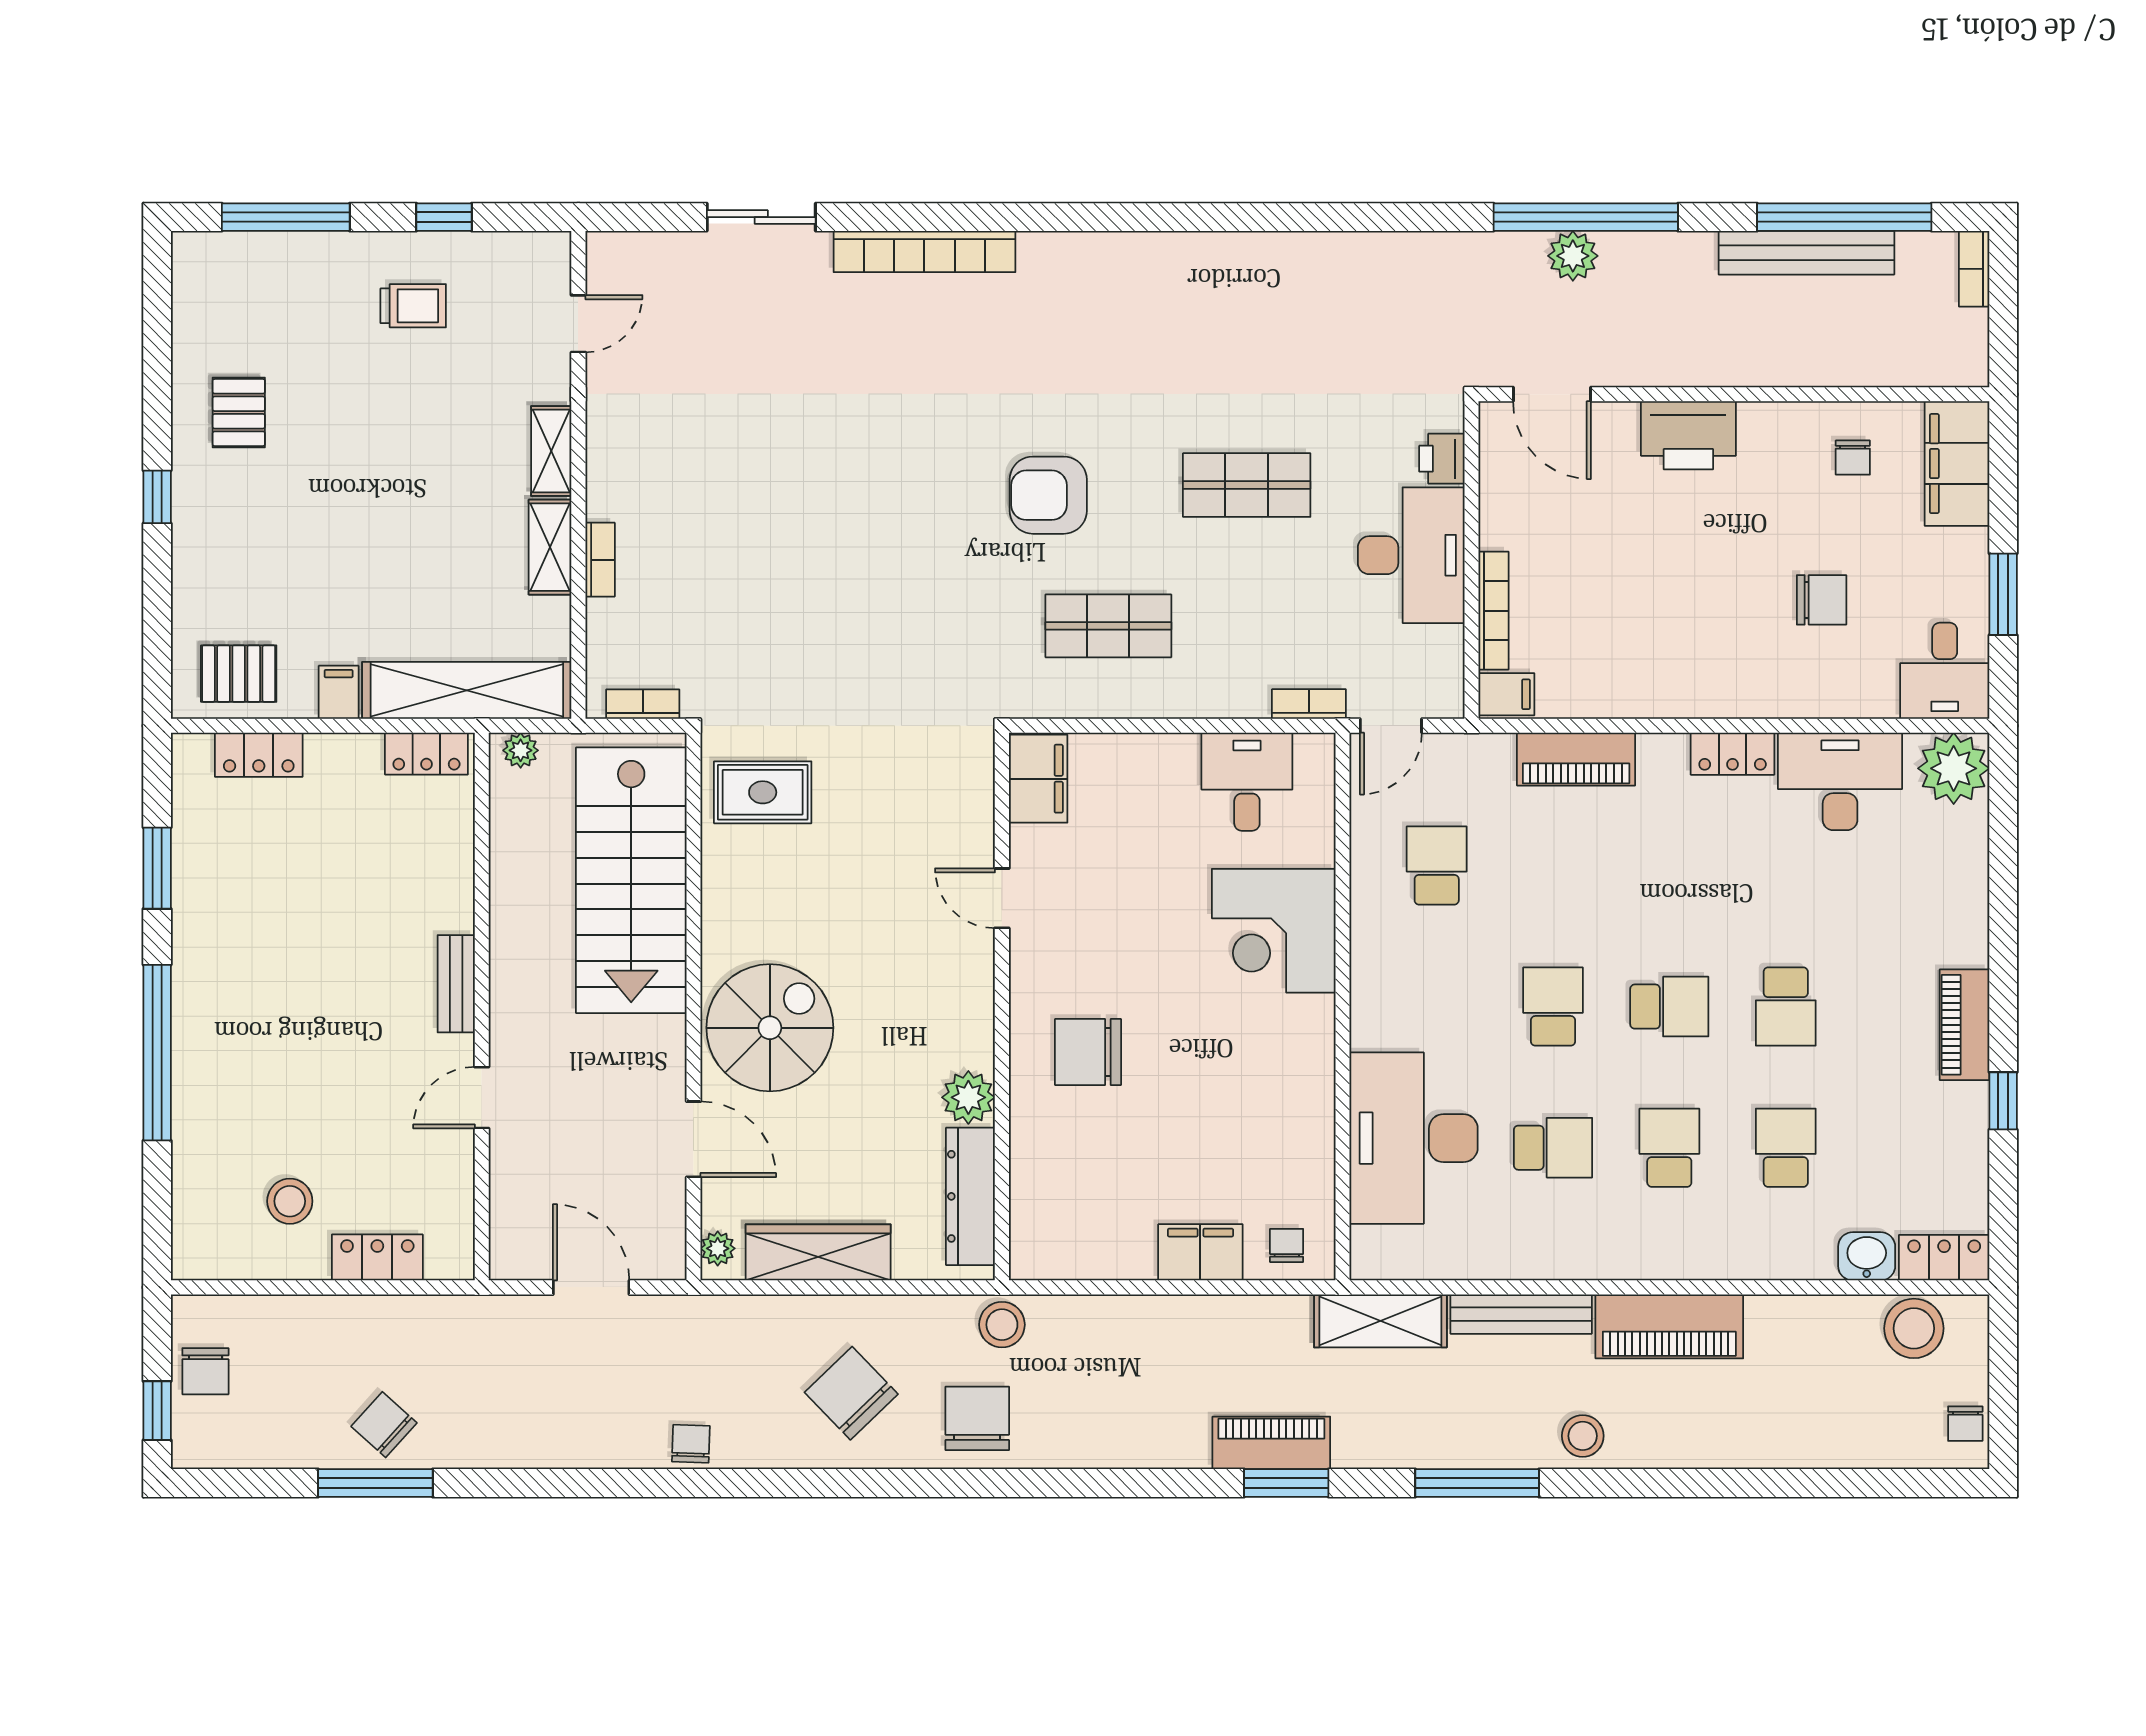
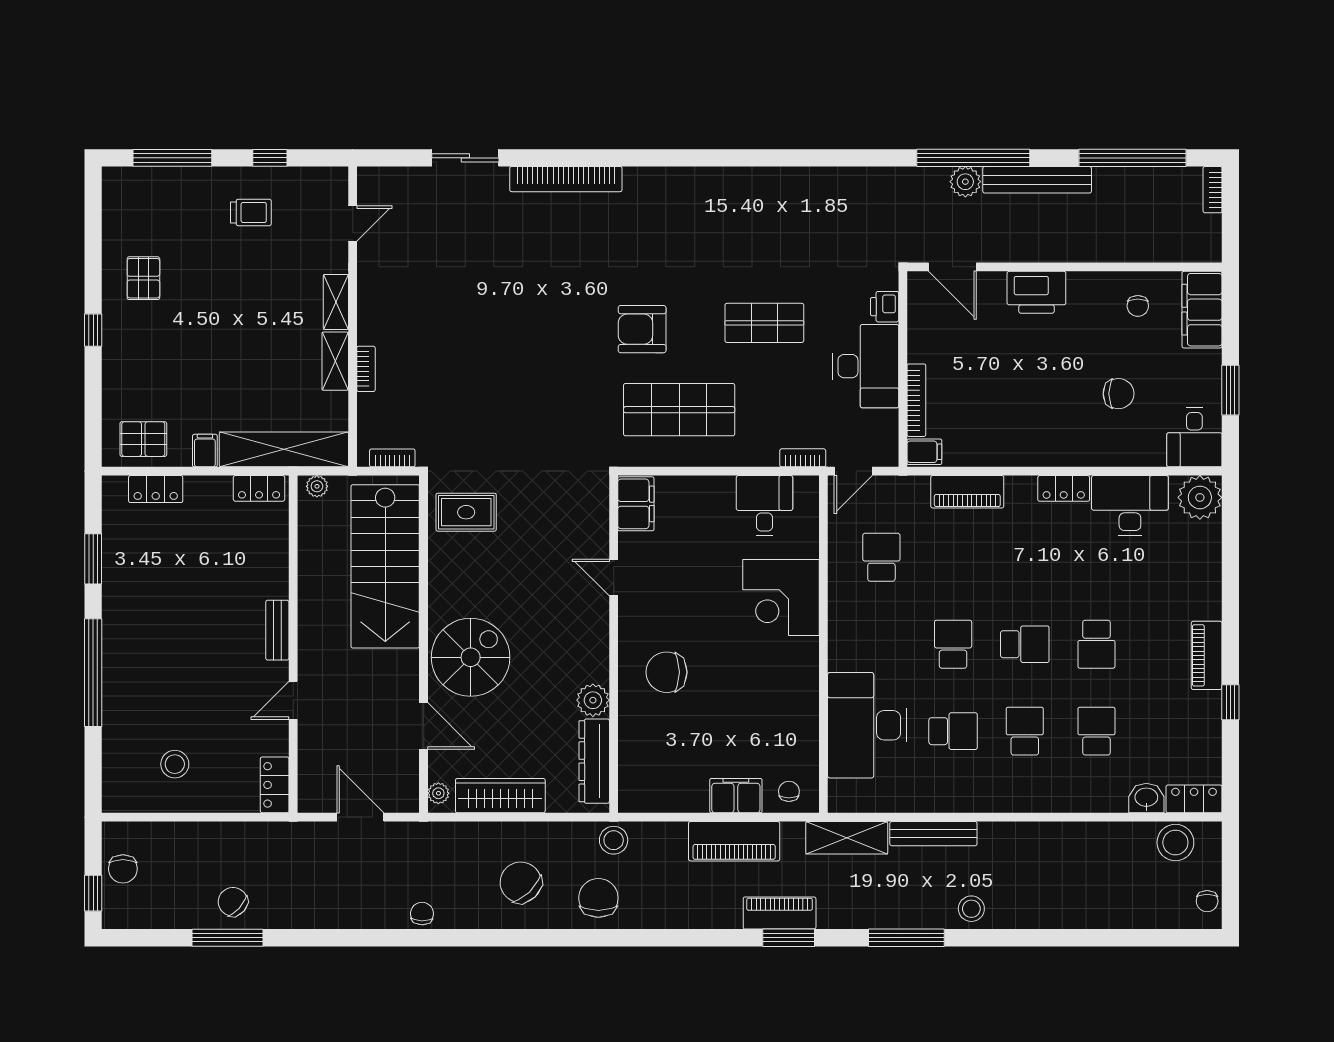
bench: (1806, 253) -> (1037, 180), moved
shop shelf: (1108, 626) -> (679, 410), width x1.43, depth x1.36
locker: (377, 1257) -> (275, 785), moved, turned -90
piano: (1669, 1326) -> (734, 841), moved

